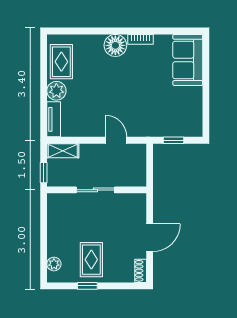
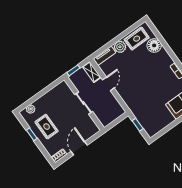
floor lamp: (115, 45) -> (154, 45), moved
door: (116, 140) -> (108, 84), moved
door: (150, 238) -> (79, 148), swing flipped
rug: (91, 260) -> (47, 127), turned 90

